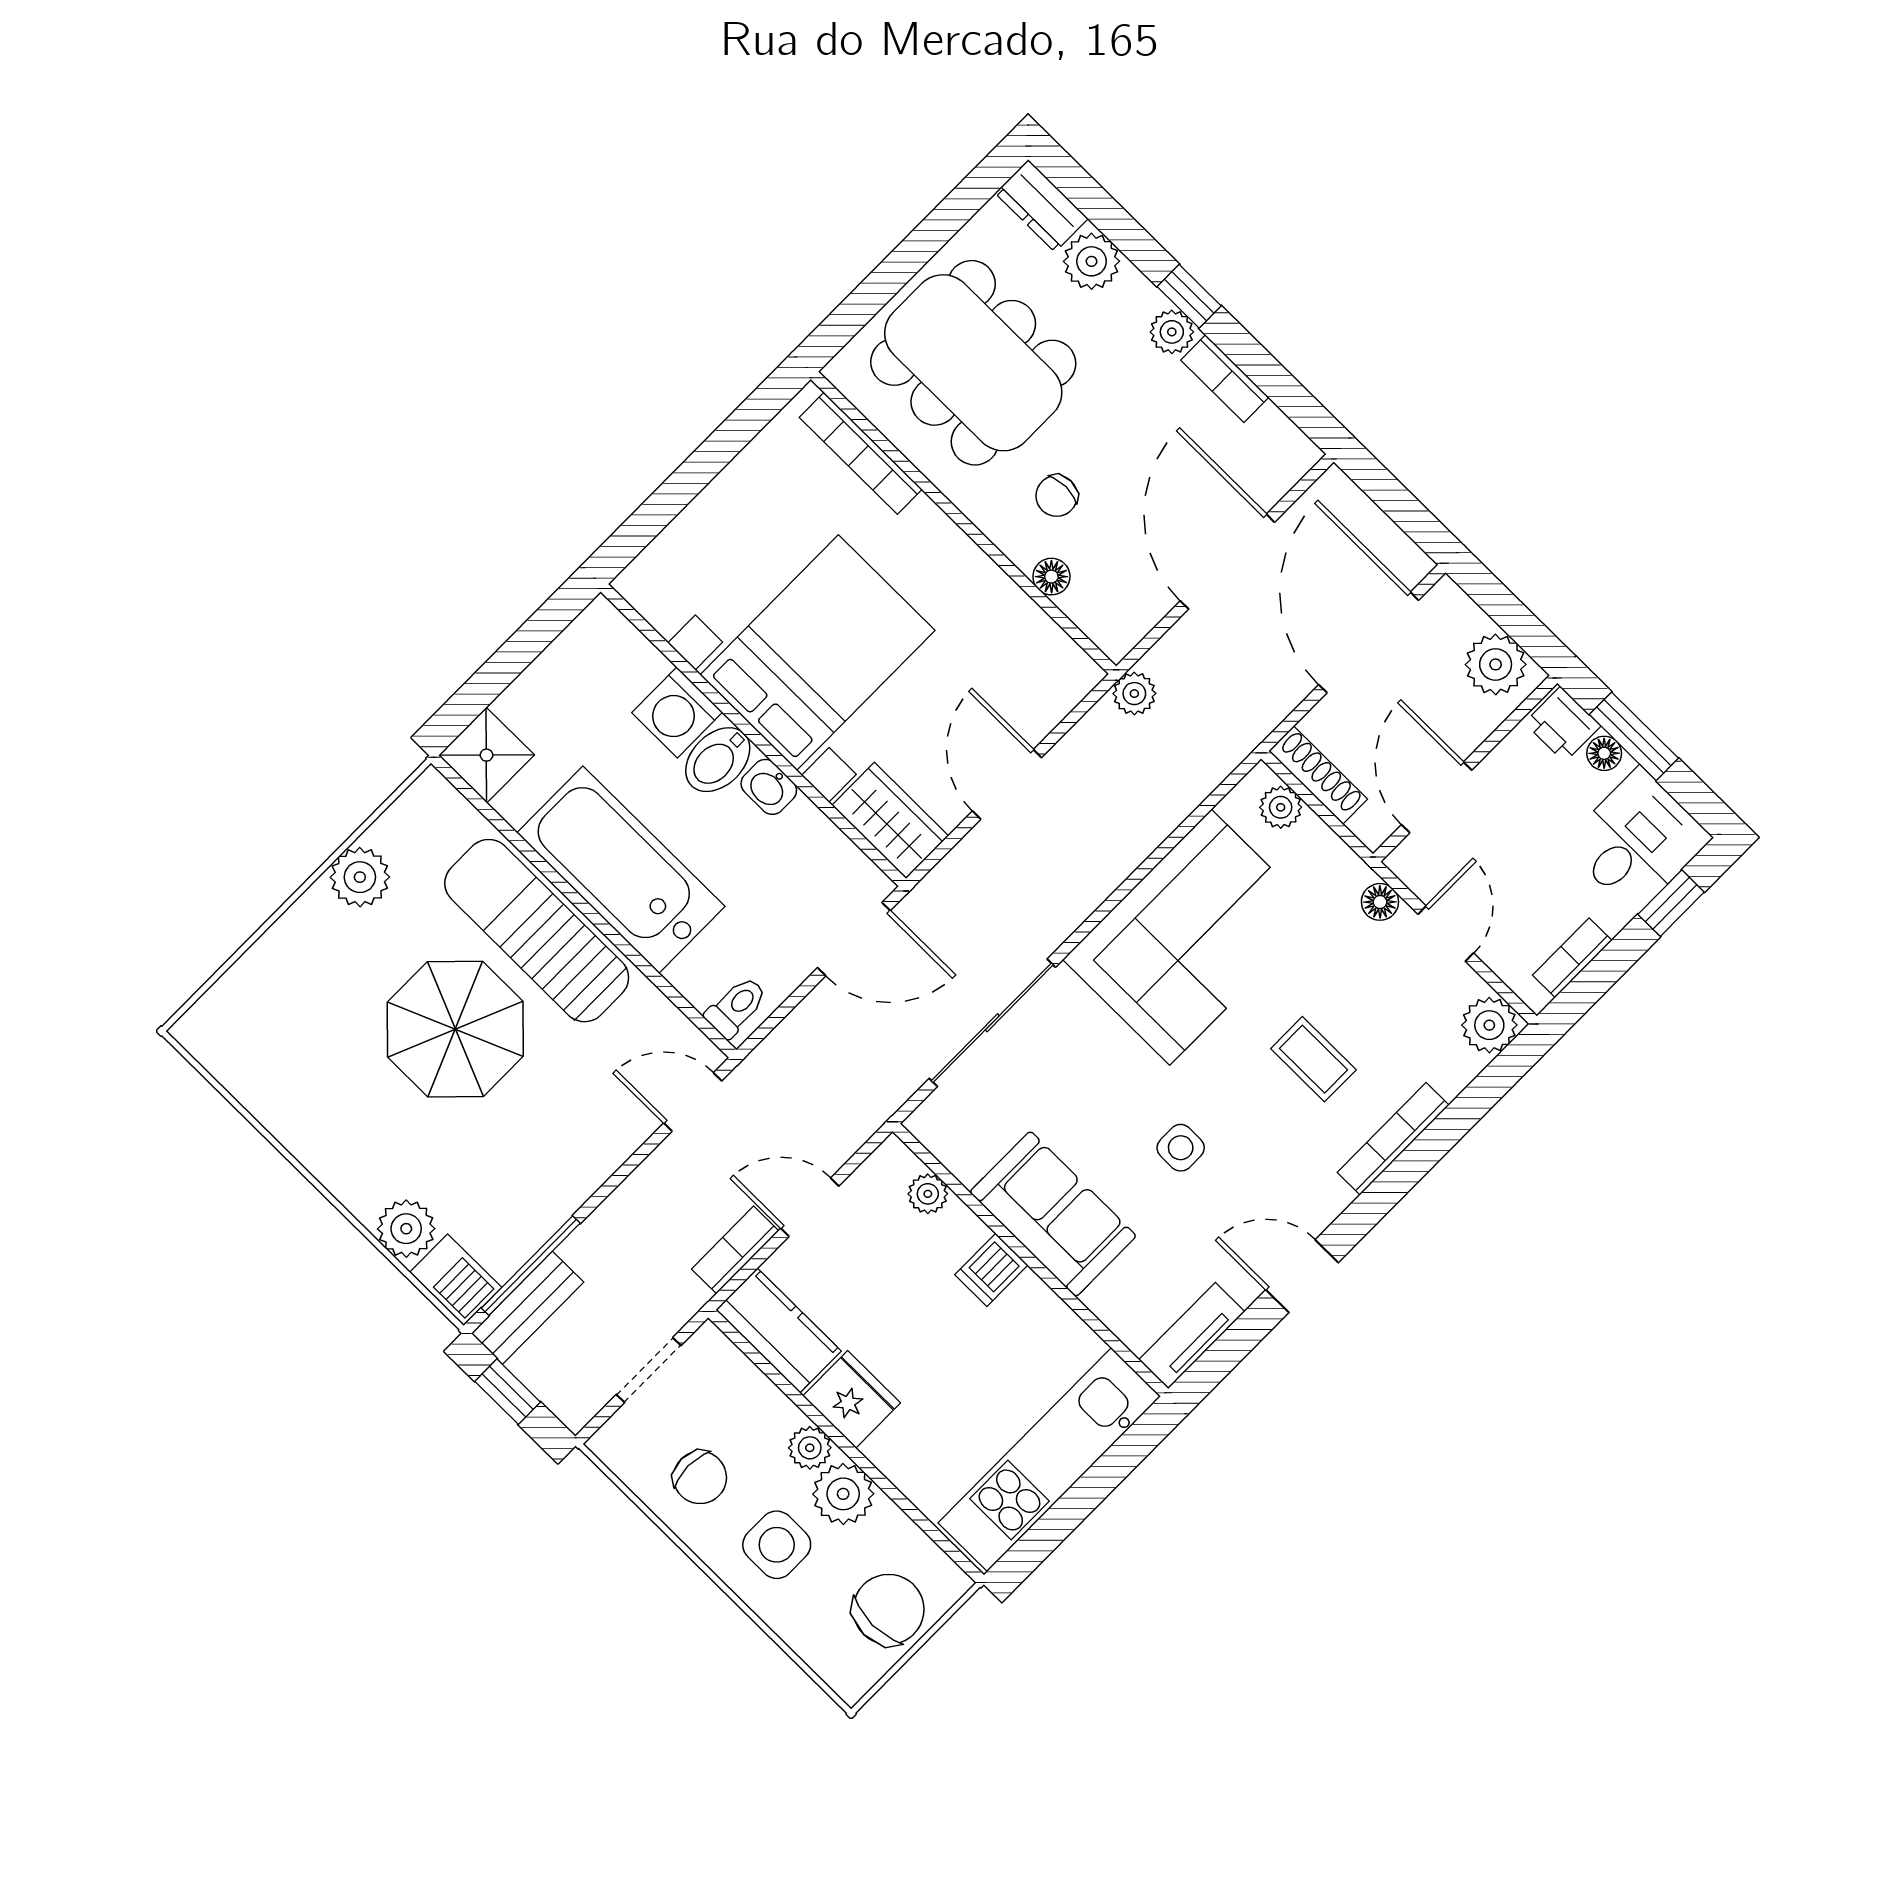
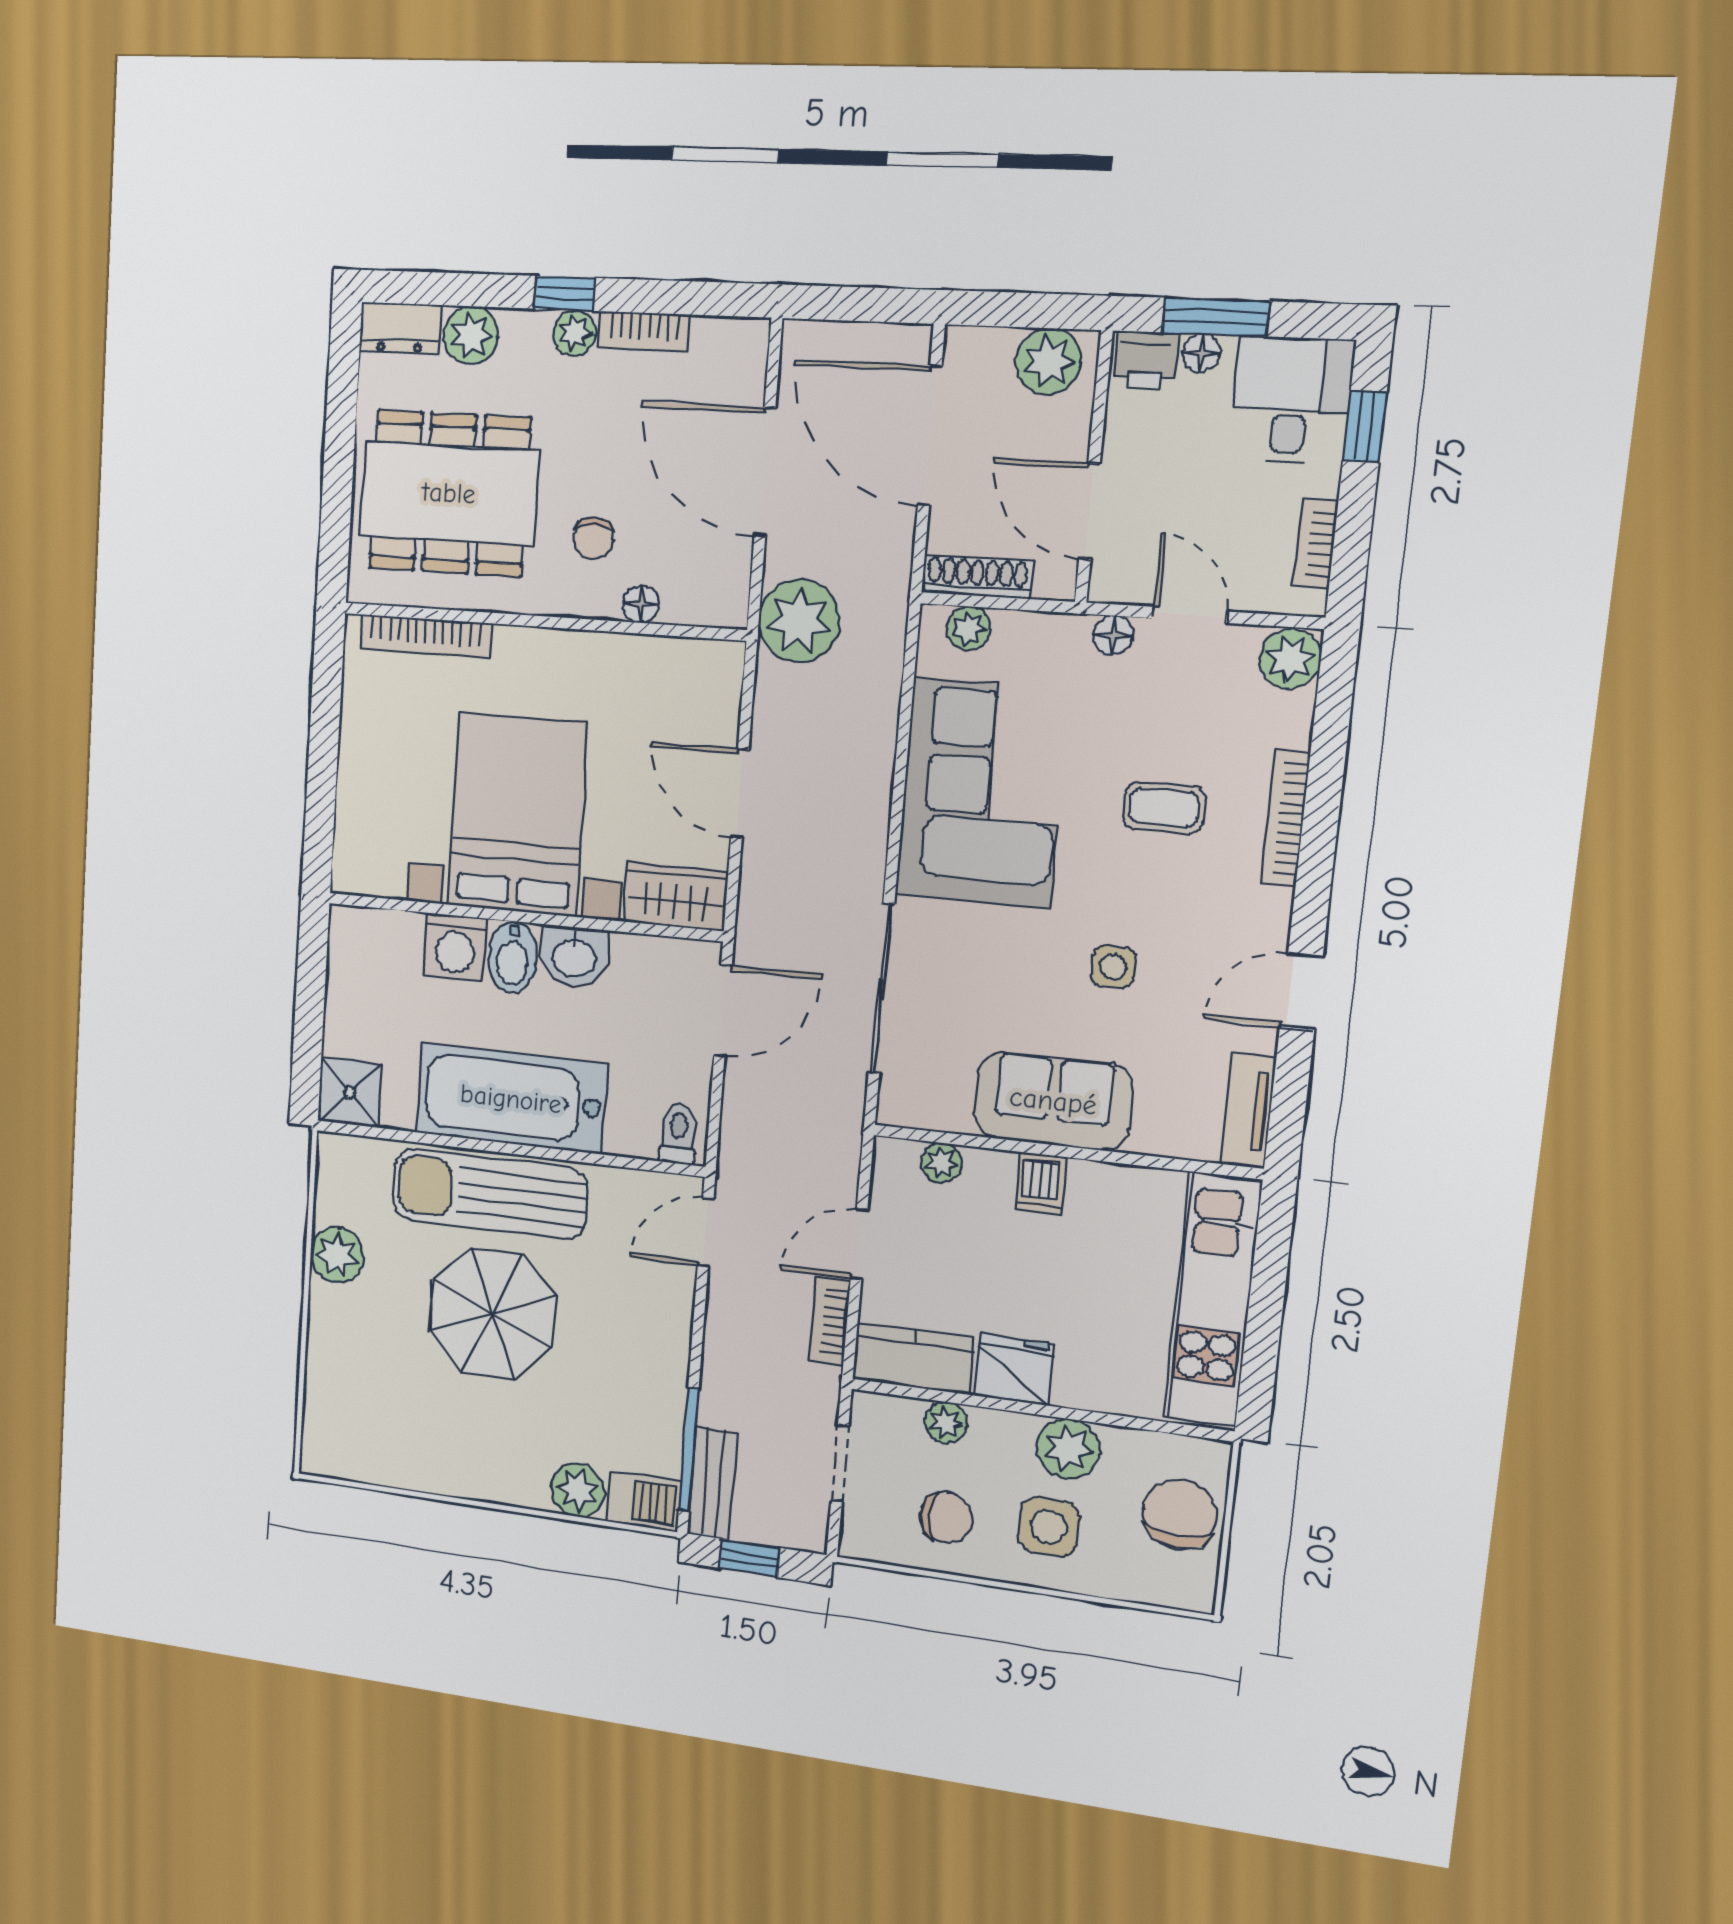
plant: (1134, 694) -> (799, 621), width x1.88, depth x1.88
washbasin: (769, 787) -> (574, 957), width x1.38, depth x1.45
plant: (810, 1448) -> (946, 1423), moved

